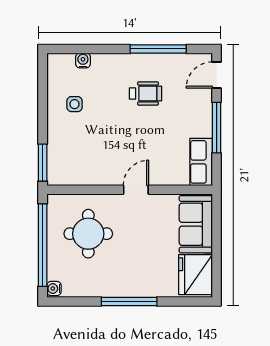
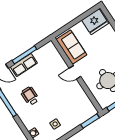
row of seats: (201, 162) -> (24, 65), moved
sofa: (196, 224) -> (71, 47), moved, turned -90

